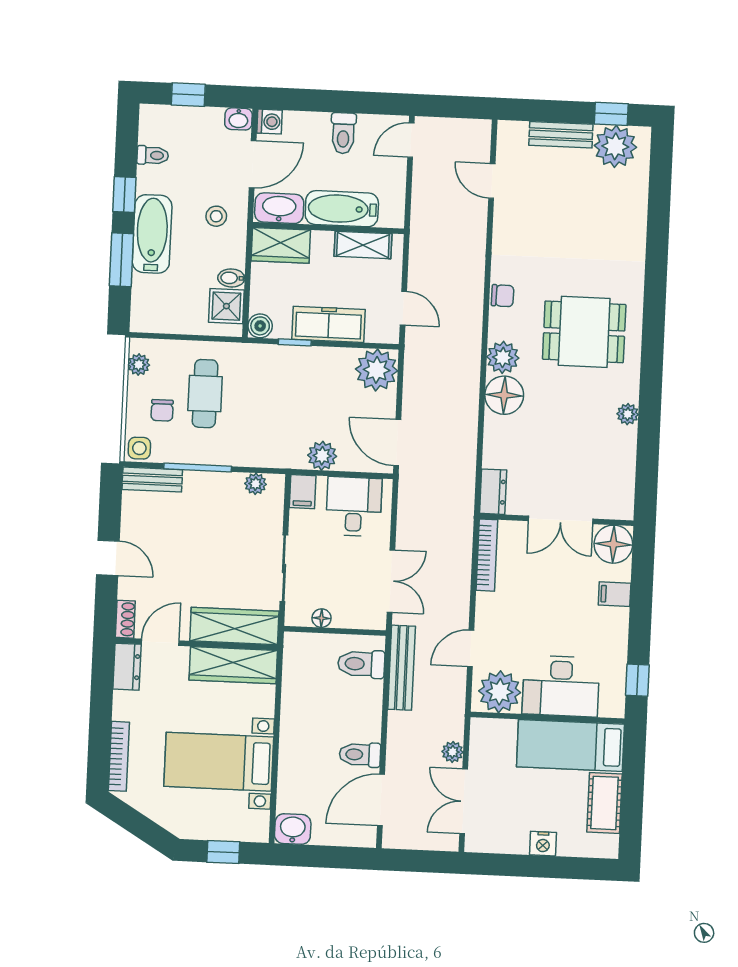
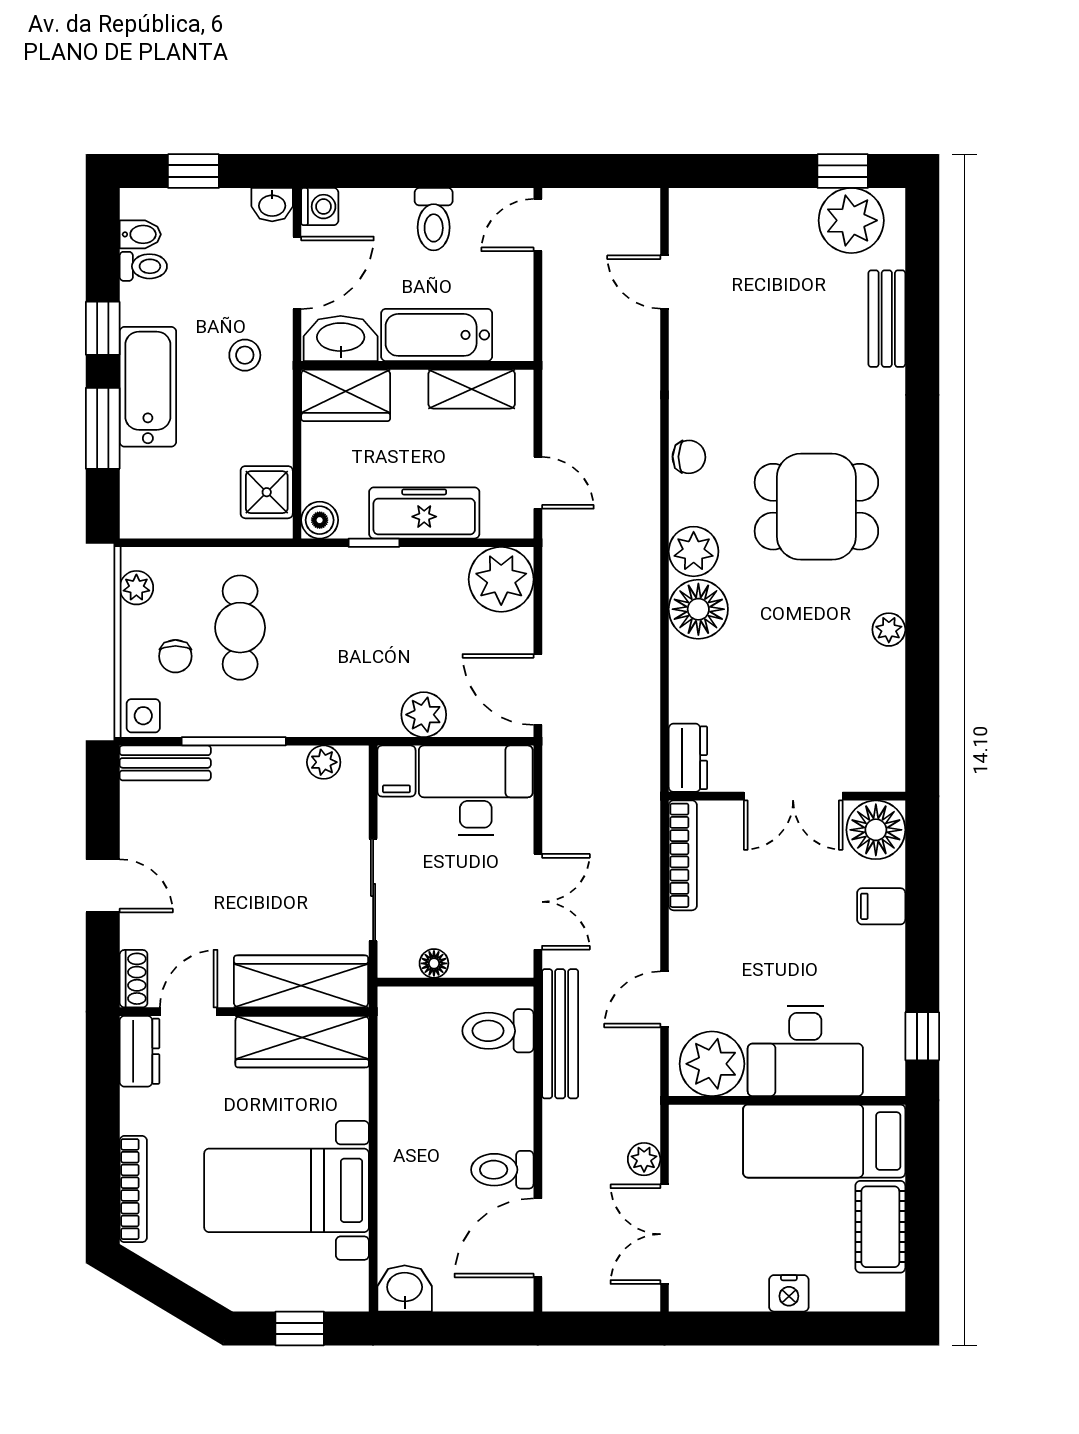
bench: (561, 135) -> (887, 319), moved, turned 90
bidet: (231, 278) -> (140, 234), moved, turned 180
desk: (354, 506) -> (476, 790), width x1.37

